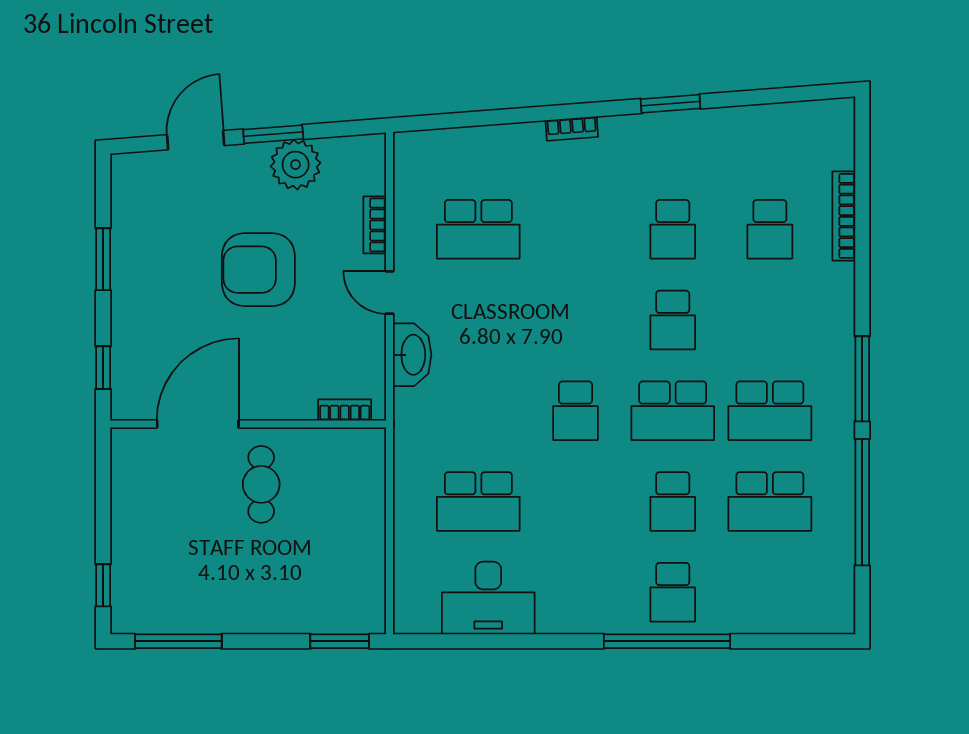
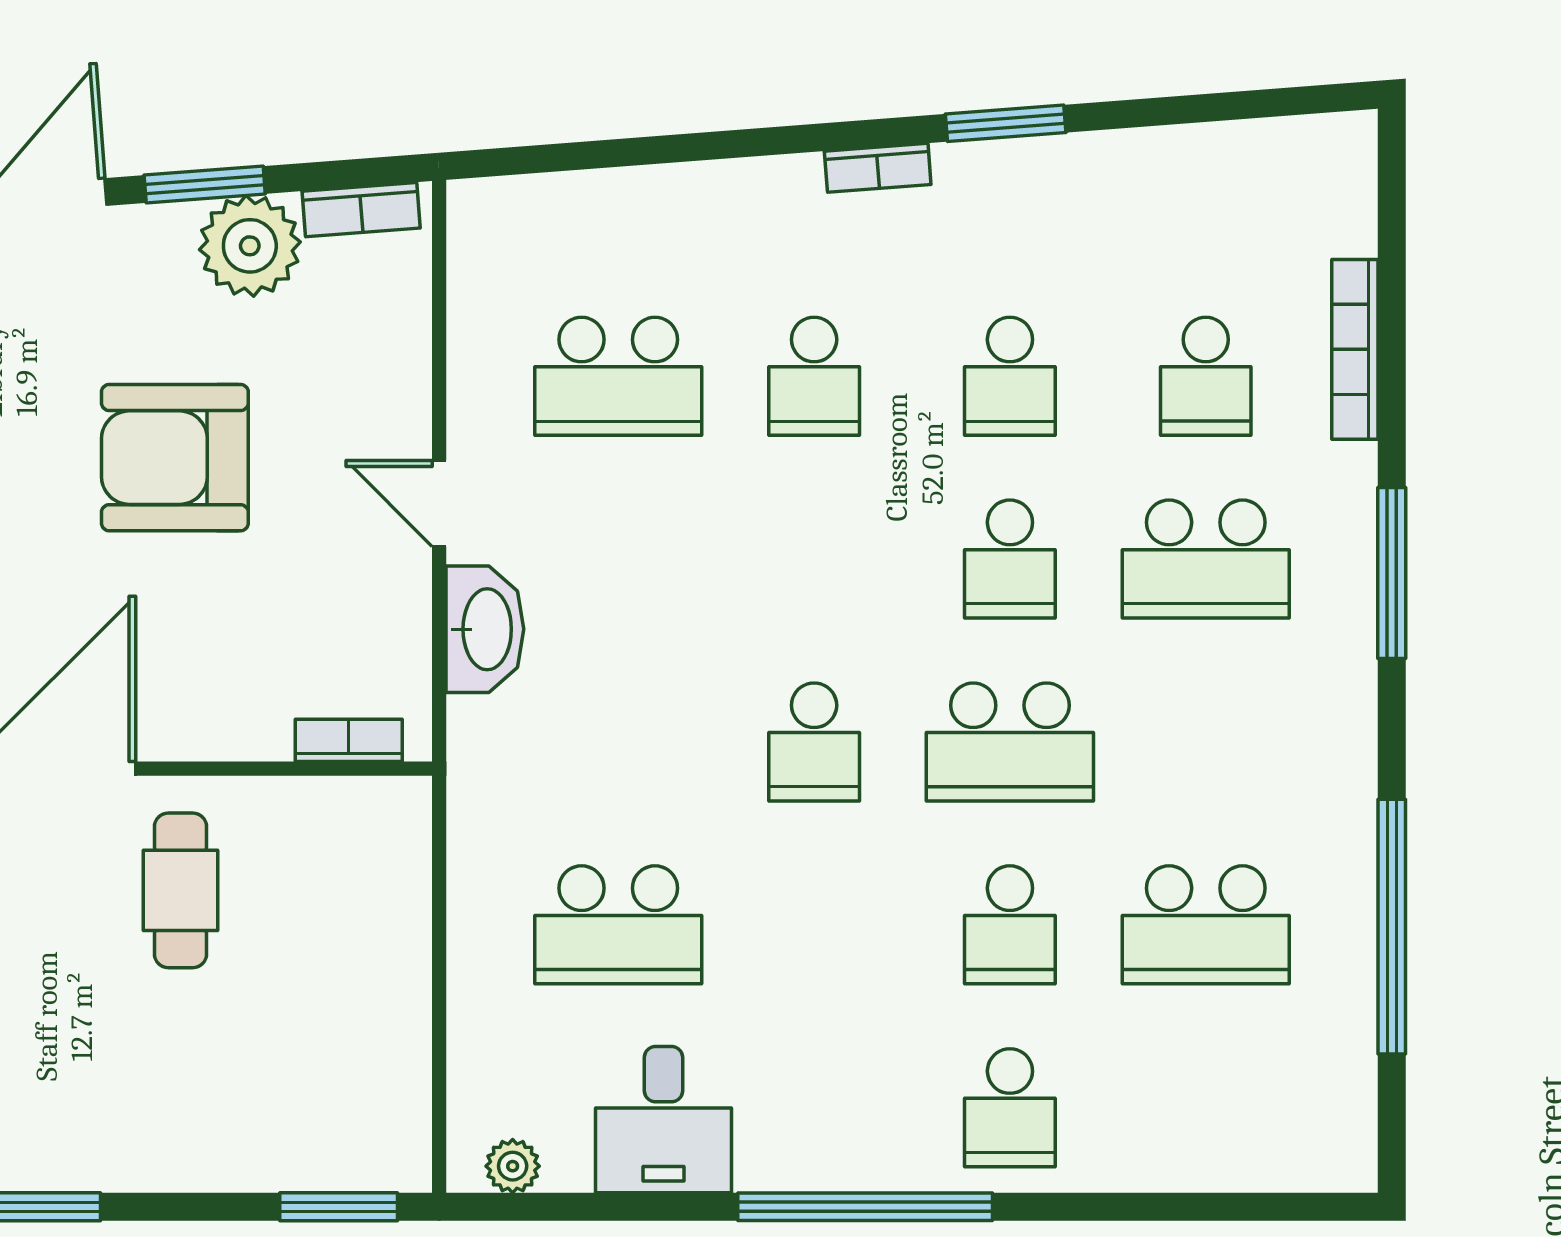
bookcase: (572, 129) -> (878, 168), moved
bookcase: (375, 225) -> (361, 210), moved, turned -94
school desk: (576, 229) -> (814, 376), added
window: (862, 379) -> (1392, 573), moved
school desk: (770, 411) -> (1206, 559), moved
desk: (488, 598) -> (664, 1120), width x0.73
plant: (426, 621) -> (513, 1166), added
window: (667, 641) -> (865, 1207), moved

